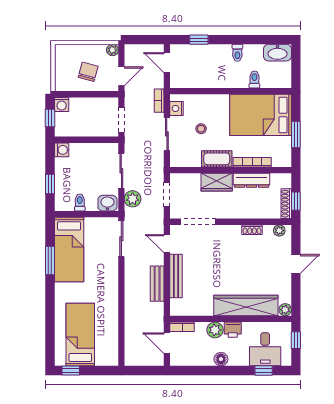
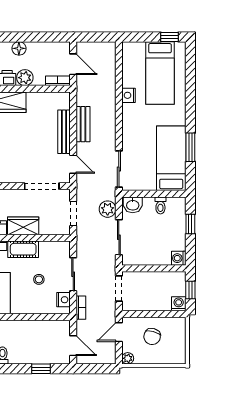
nightstand: (112, 312) -> (129, 95), added

